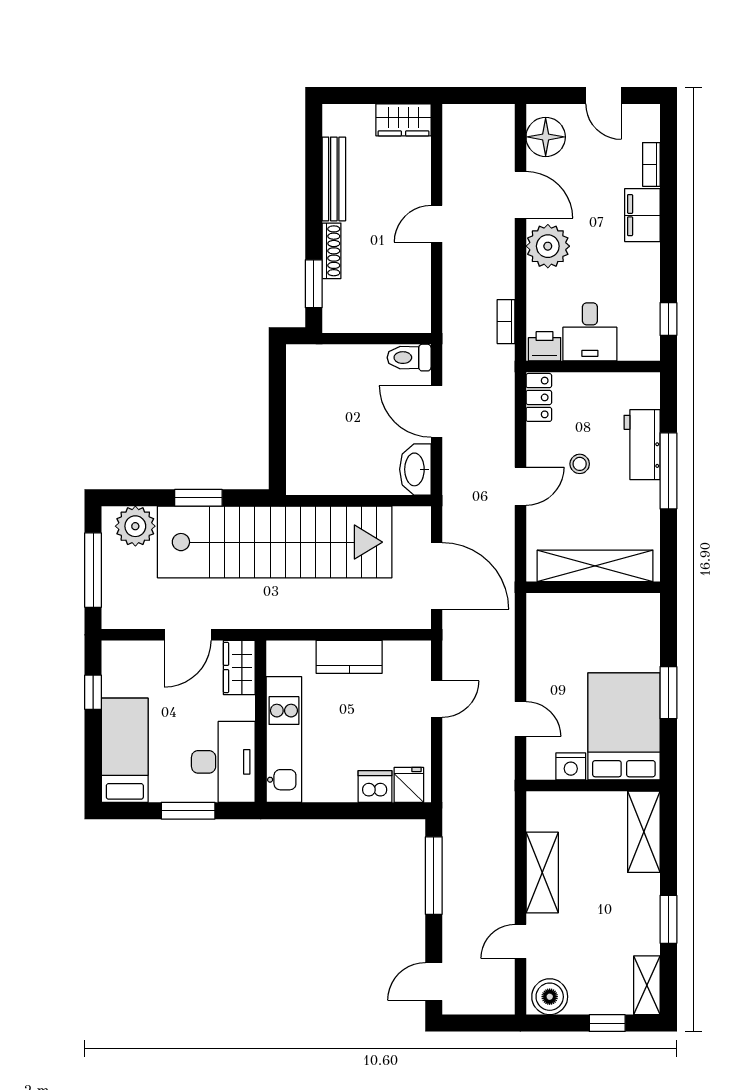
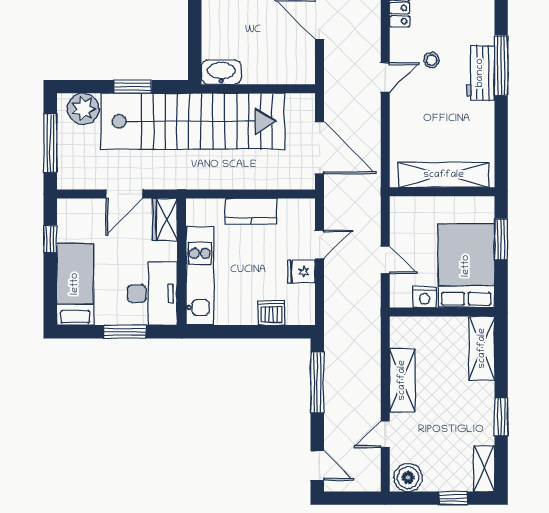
workbench: (642, 445) -> (480, 73), moved
washbasin: (415, 469) -> (221, 72), moved, turned 90
shelving: (595, 566) -> (444, 175), moved
wall: (593, 587) -> (442, 192), moved
fridge: (409, 785) -> (301, 272), moved, turned -90
door: (434, 981) -> (317, 466), swing flipped

